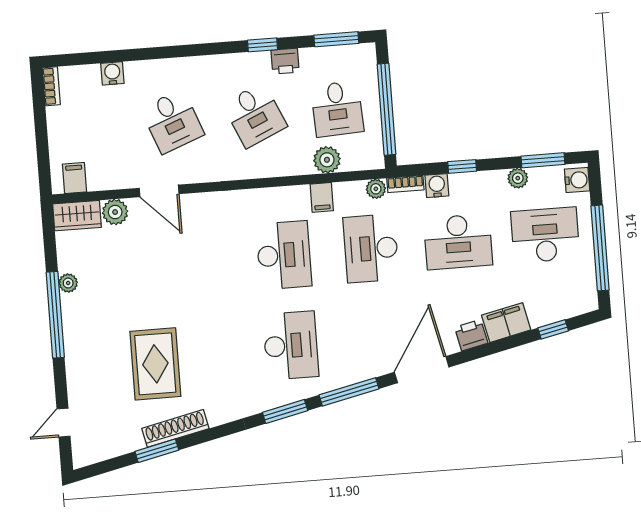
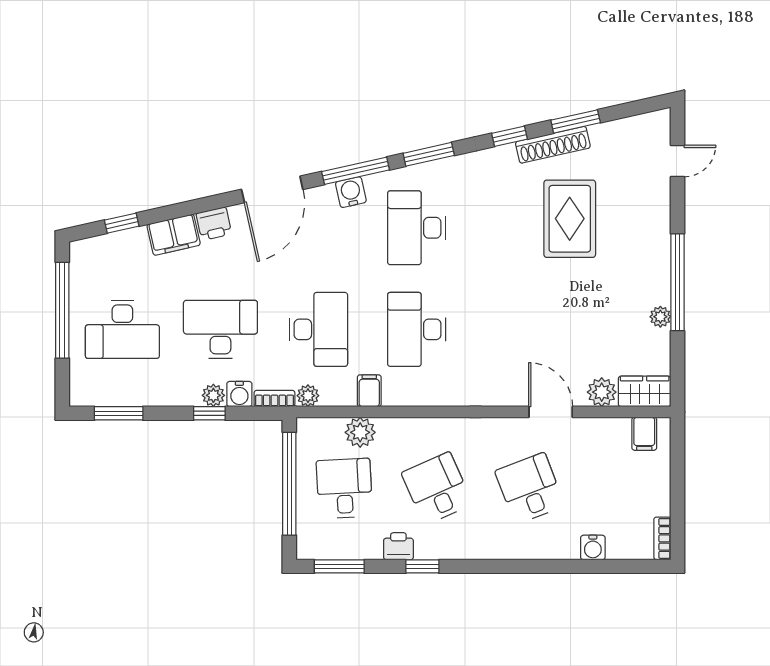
plant: (518, 178) -> (213, 395), moved
water cooler: (577, 180) -> (351, 192), moved, turned 77
window: (215, 433) -> (509, 136), added

